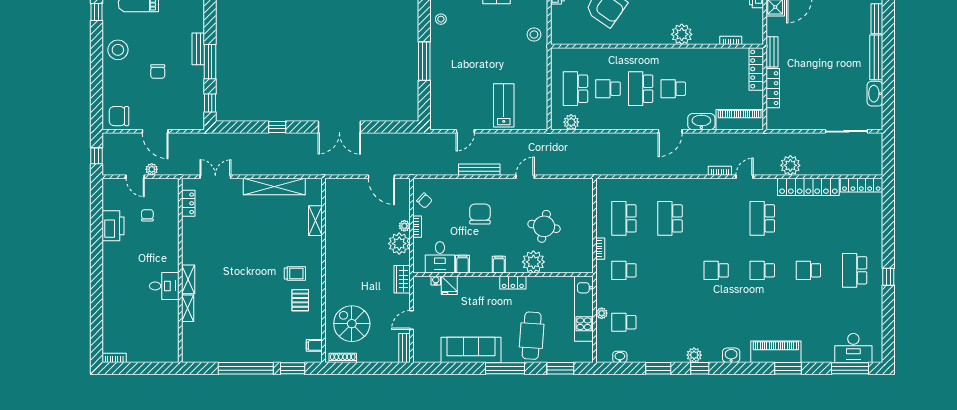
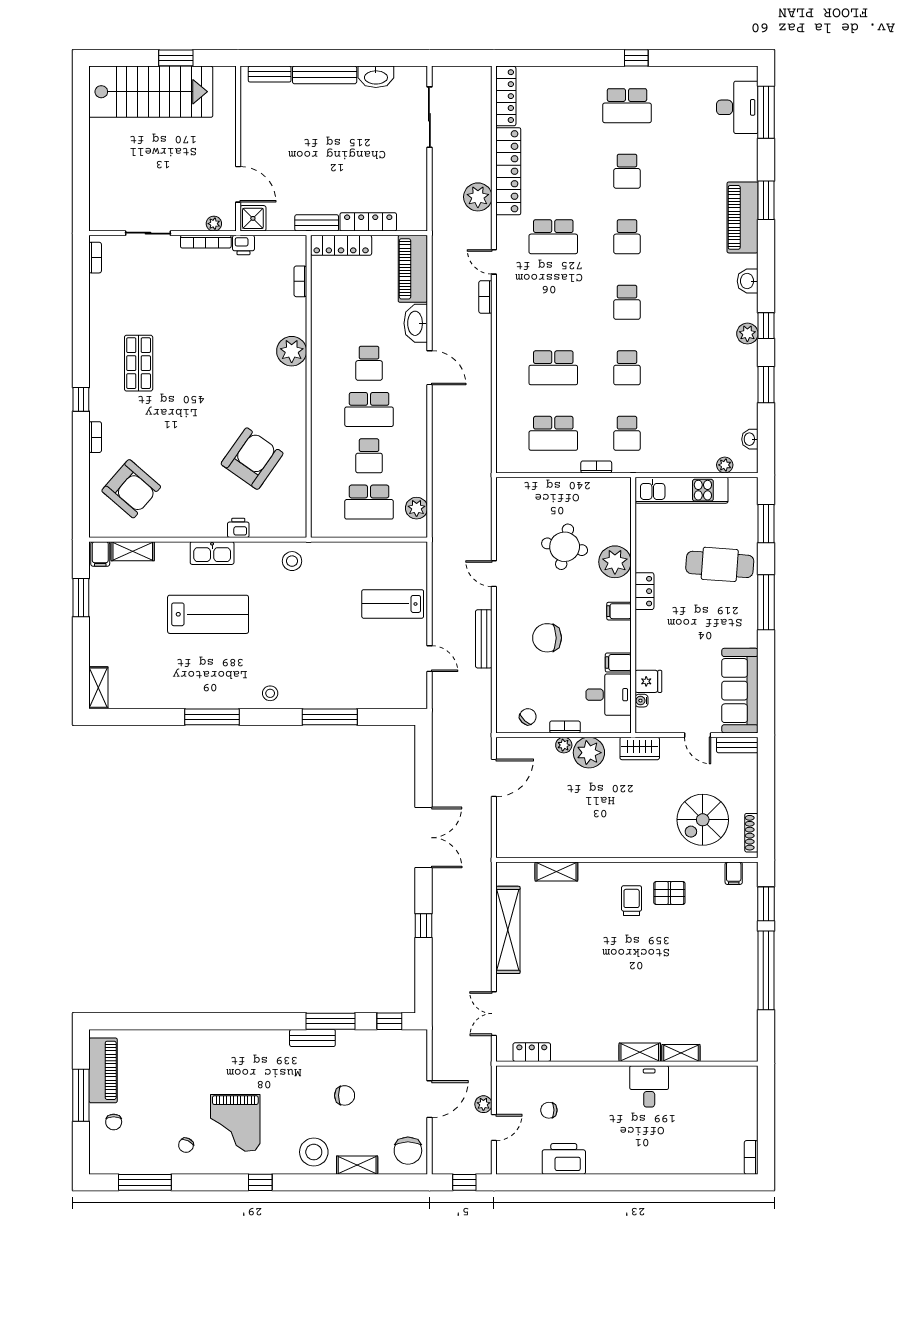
shelving: (109, 80) -> (357, 1165), added
plant: (602, 313) -> (725, 465), moved
school desk: (624, 322) -> (627, 368), moved
sofa: (471, 350) -> (740, 691), moved

